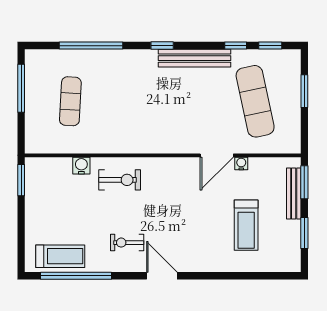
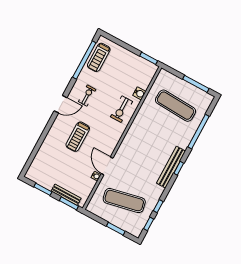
bench: (194, 58) -> (171, 167), moved
exercise mat: (70, 101) -> (176, 106), width x1.36, depth x1.45
treadmill: (246, 225) -> (78, 137), moved, turned -90

